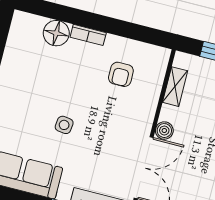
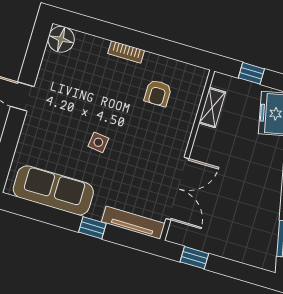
floor lamp: (56, 33) -> (61, 39), moved
boiler: (164, 131) -> (200, 152), removed

